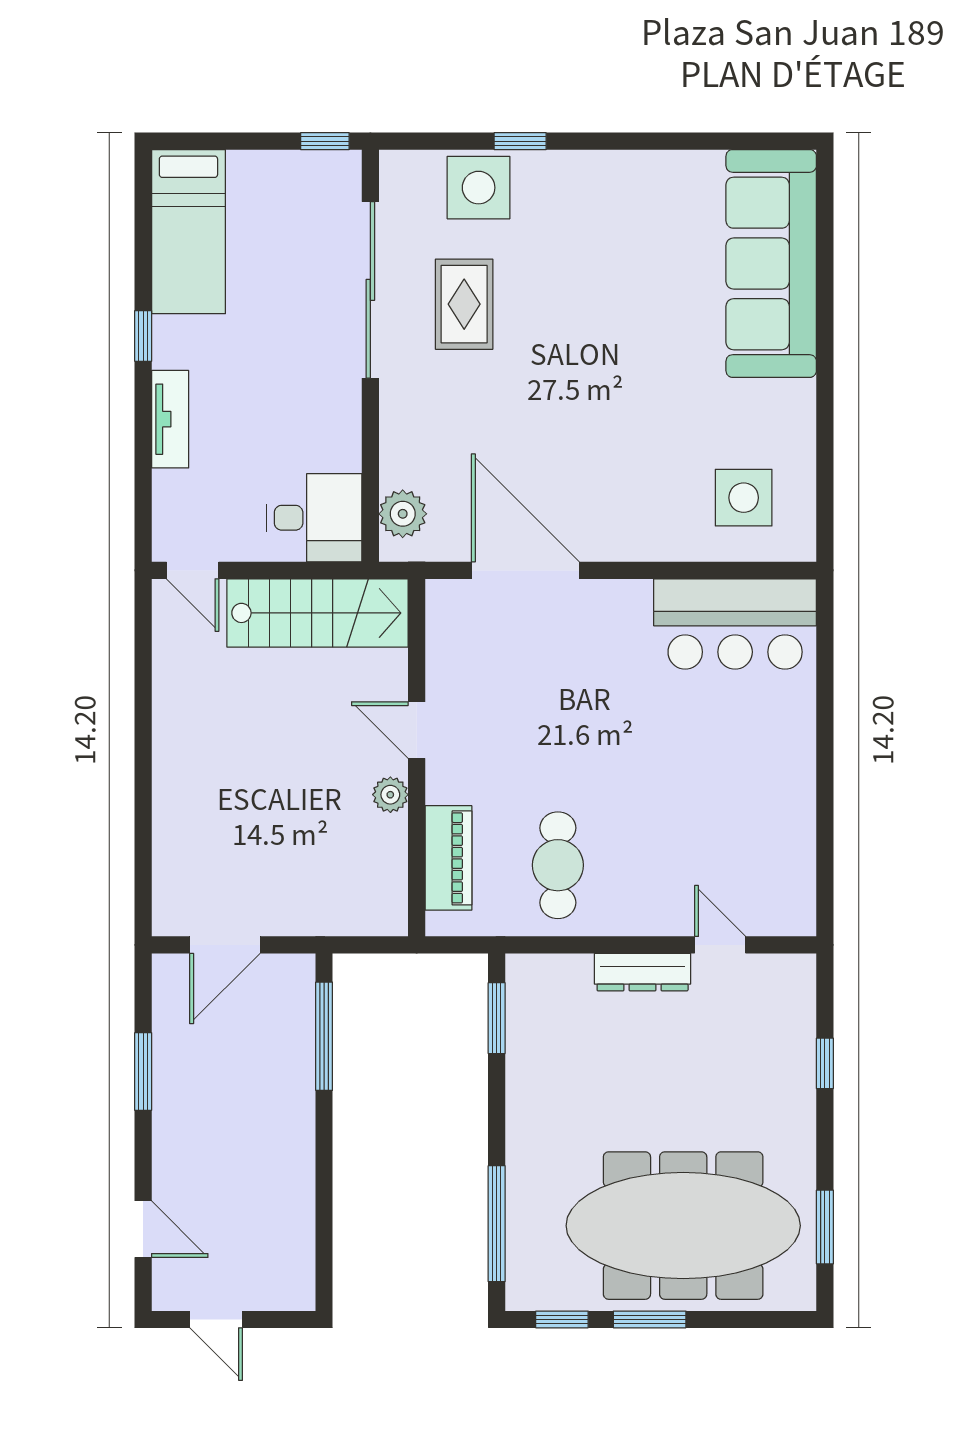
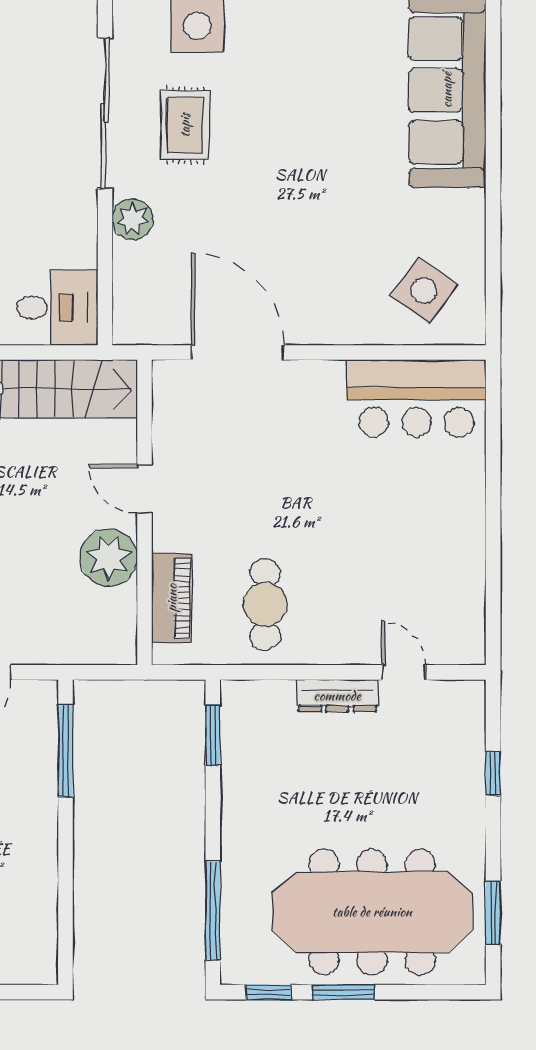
side table: (744, 498) -> (424, 290), turned 36
plant: (403, 514) -> (133, 219), moved
plant: (390, 795) -> (109, 557), width x1.88, depth x1.88

